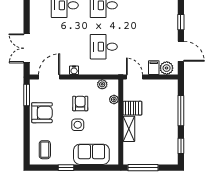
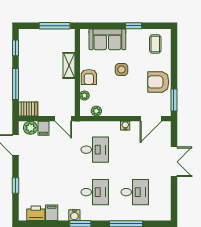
window: (181, 22) -> (16, 185), moved
double door: (27, 48) -> (174, 162), moved
armchair: (80, 104) -> (89, 77), moved
server rack: (132, 108) -> (28, 109), moved, turned 180

